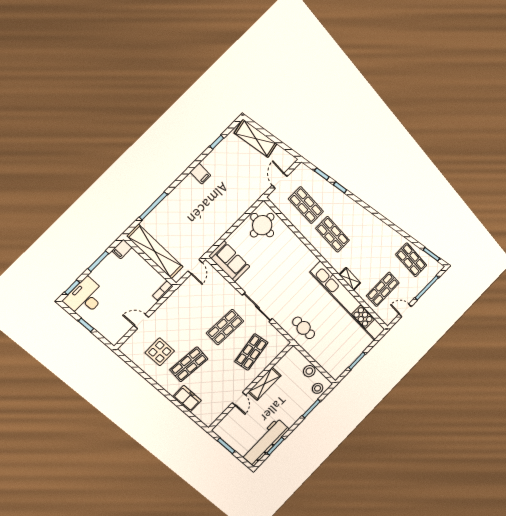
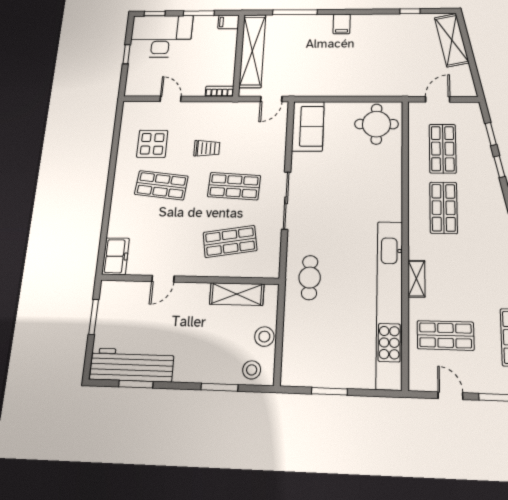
filing cabinet: (200, 174) -> (342, 24), moved
desk: (85, 298) -> (161, 36), width x1.36, depth x1.30
trolley: (191, 325) -> (207, 148), added
shelving: (265, 384) -> (237, 294), moved
freezer: (187, 399) -> (116, 256), moved

